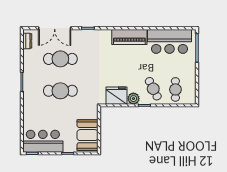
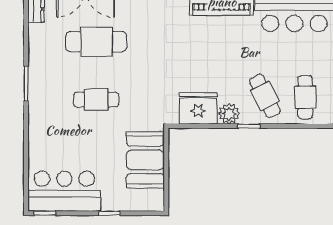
cafe table: (60, 91) -> (96, 100), width x0.73, depth x0.74
booth: (87, 135) -> (145, 160), moved

